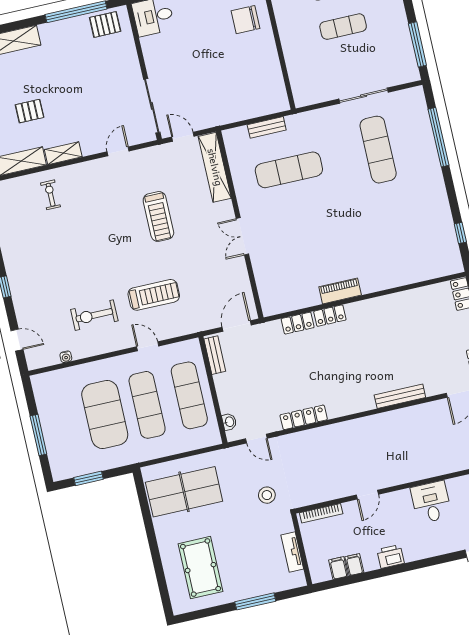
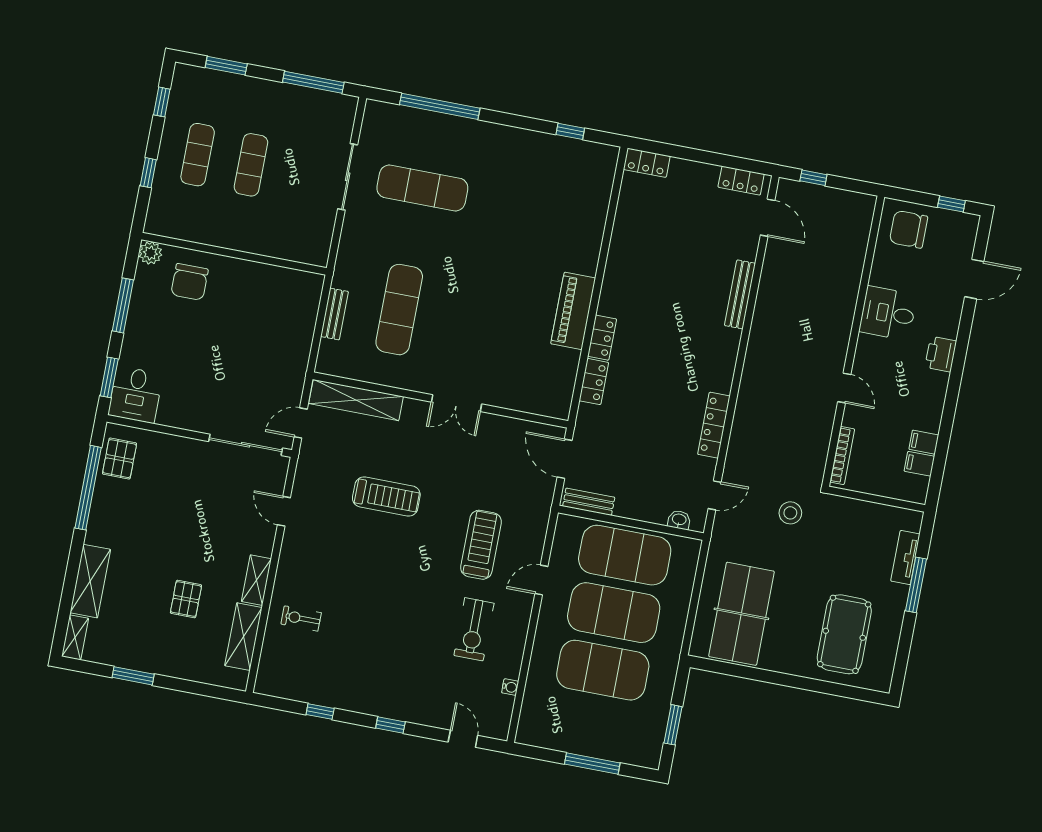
piano: (340, 291) -> (573, 311), width x1.37, depth x1.33
door: (17, 340) -> (463, 739), hinge flipped
exercise mat: (189, 395) -> (625, 555), width x1.47
exercise mat: (147, 405) -> (614, 613), width x1.47
tv unit: (292, 552) -> (905, 557), moved, turned 90
printer: (391, 556) -> (941, 354), moved
pool table: (201, 568) -> (844, 634), turned 90

